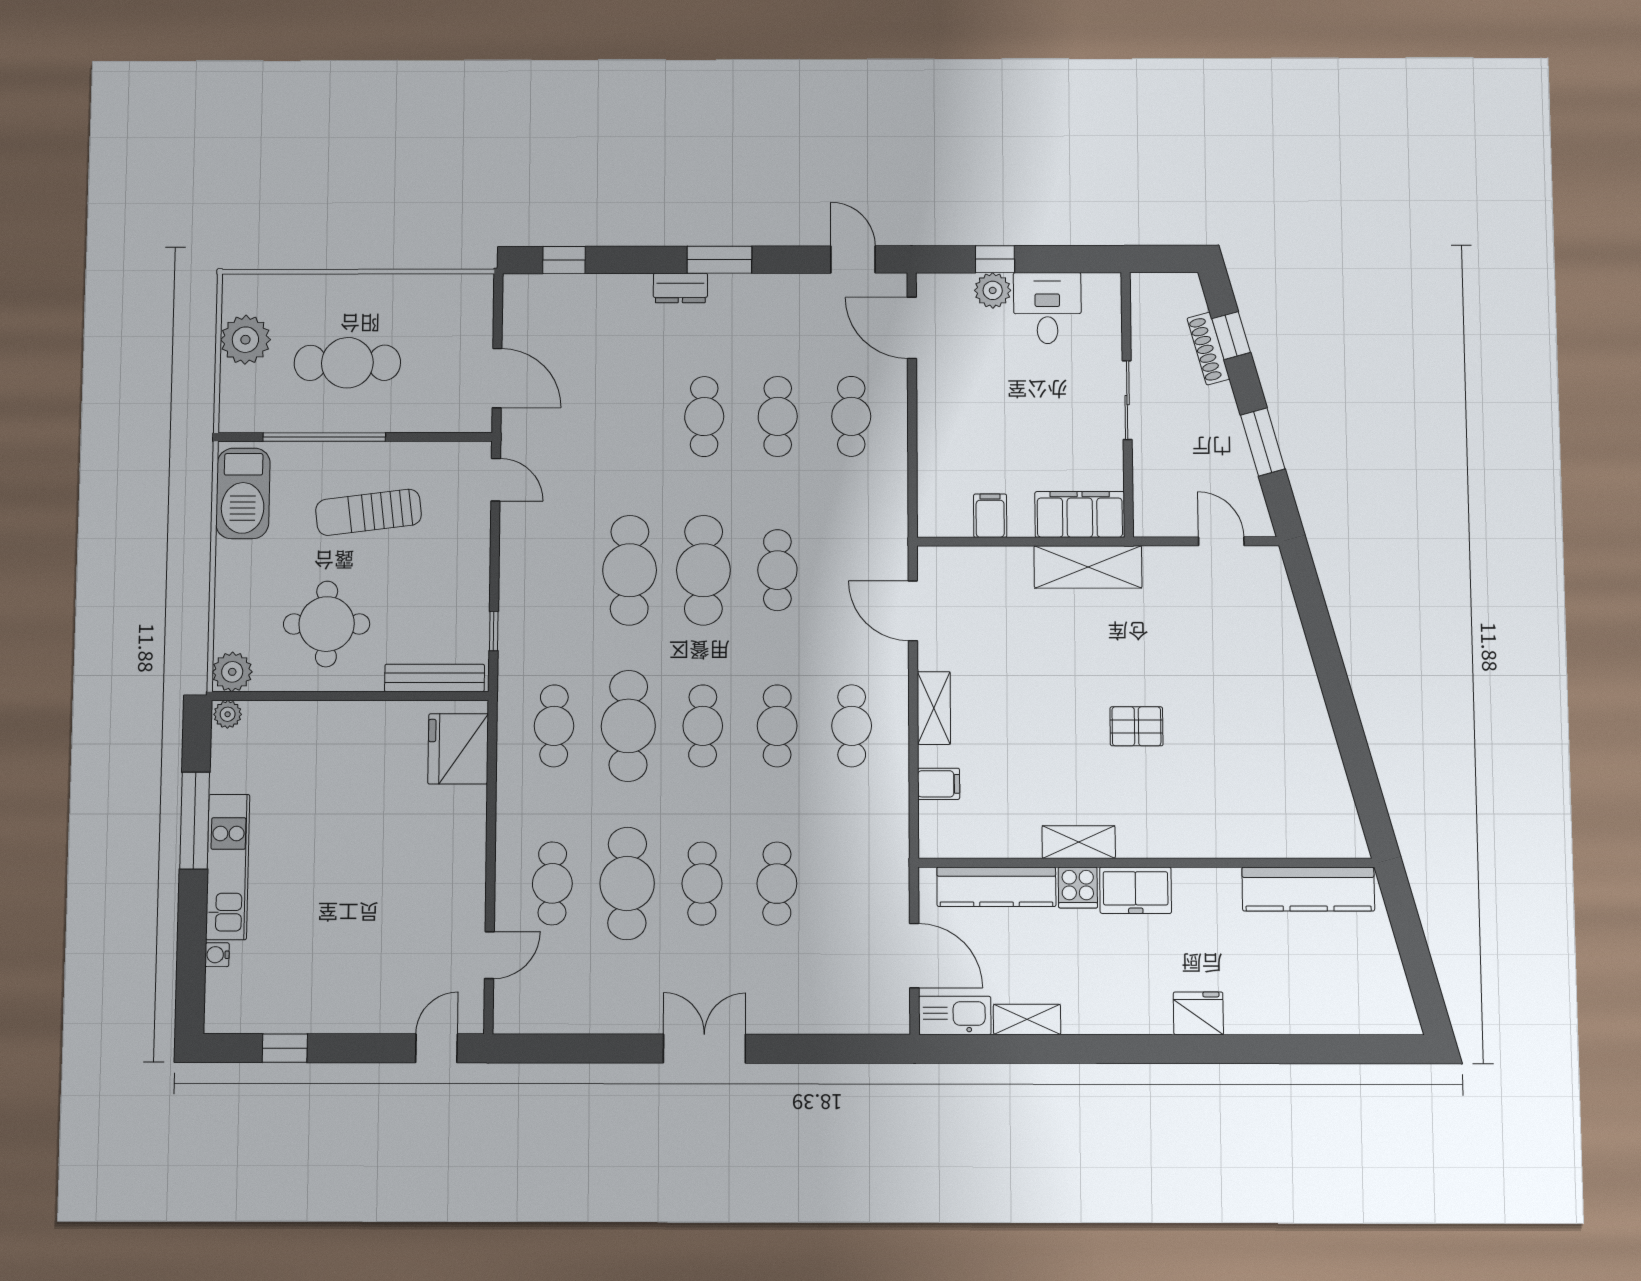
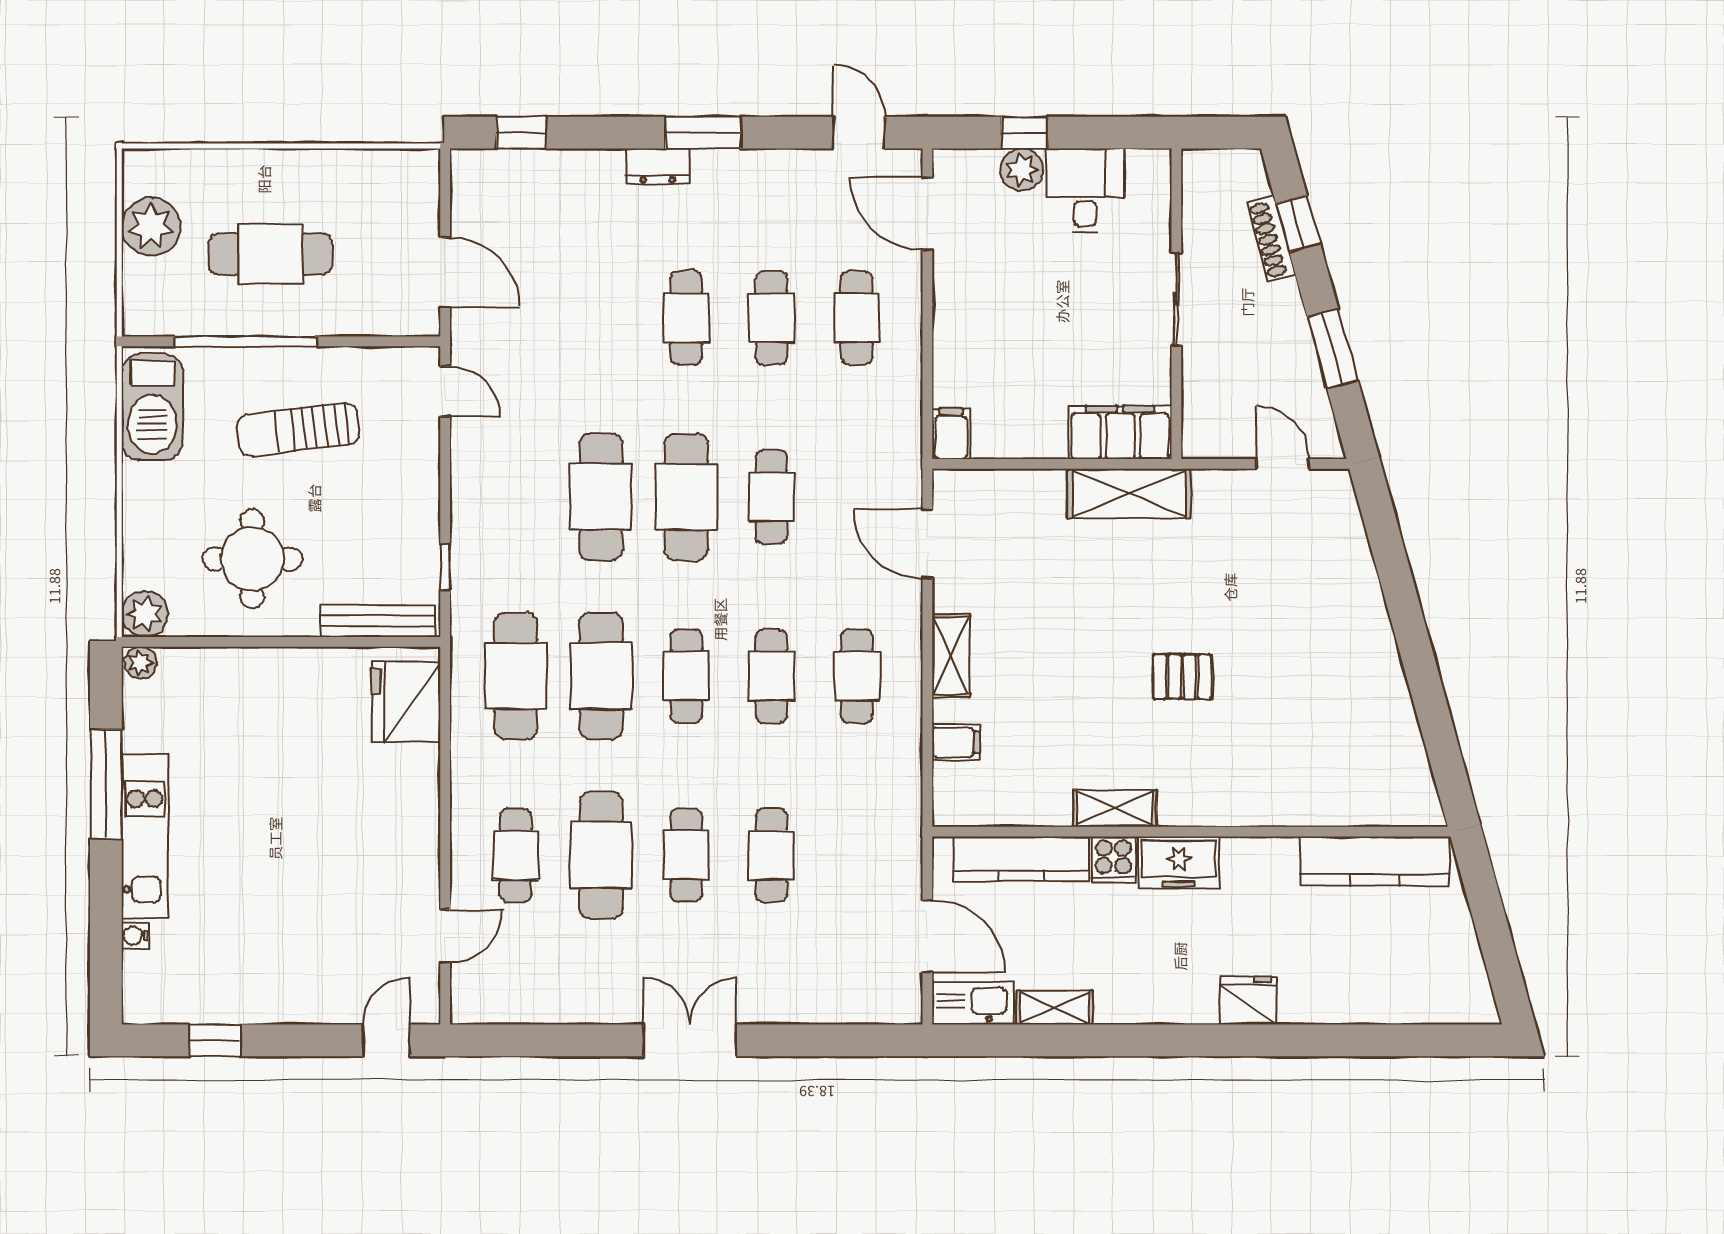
filing cabinet: (990, 516) -> (951, 434), moved
cafe table: (554, 726) -> (516, 676), width x1.37, depth x1.35

